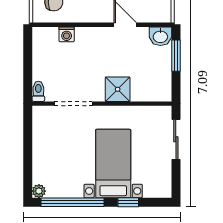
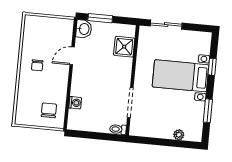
shower: (118, 89) -> (124, 47), moved
plant: (39, 191) -> (179, 135), moved
window: (73, 202) -> (208, 111), width x0.47

